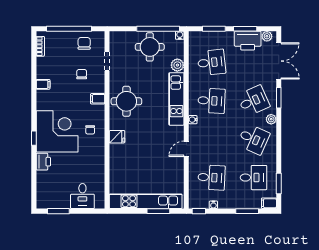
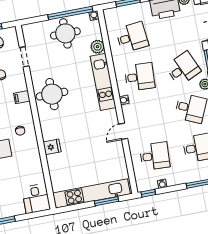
fridge: (117, 137) -> (52, 147), moved
desk: (82, 196) -> (36, 199), moved

